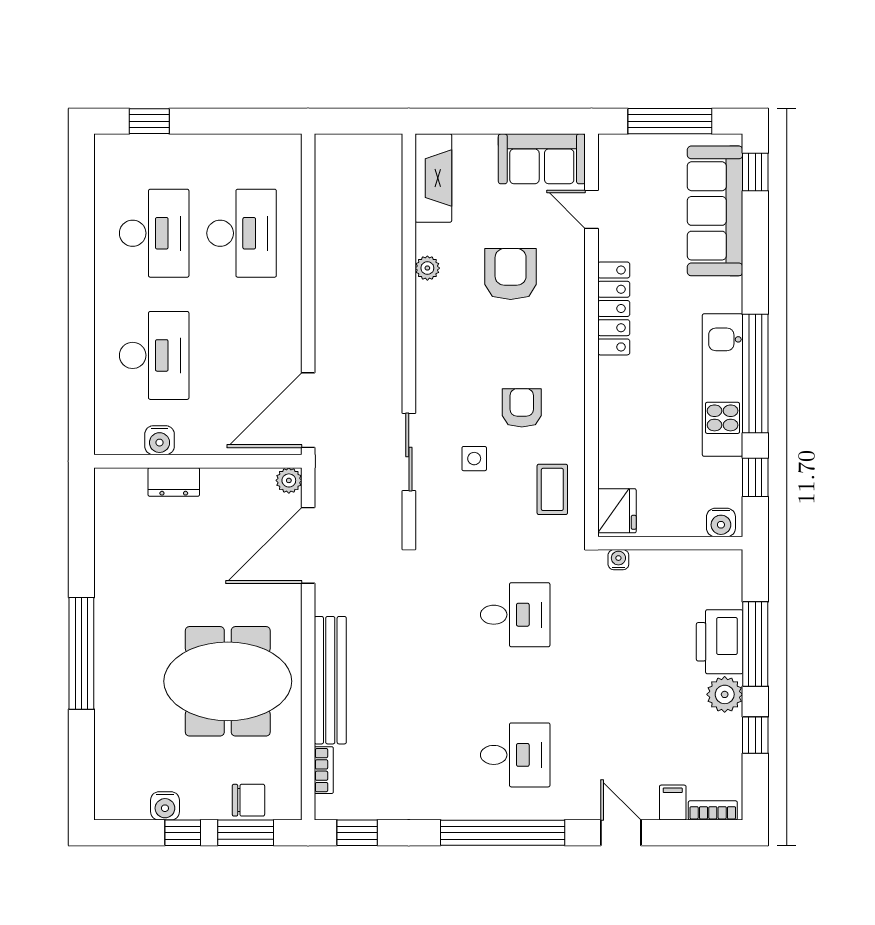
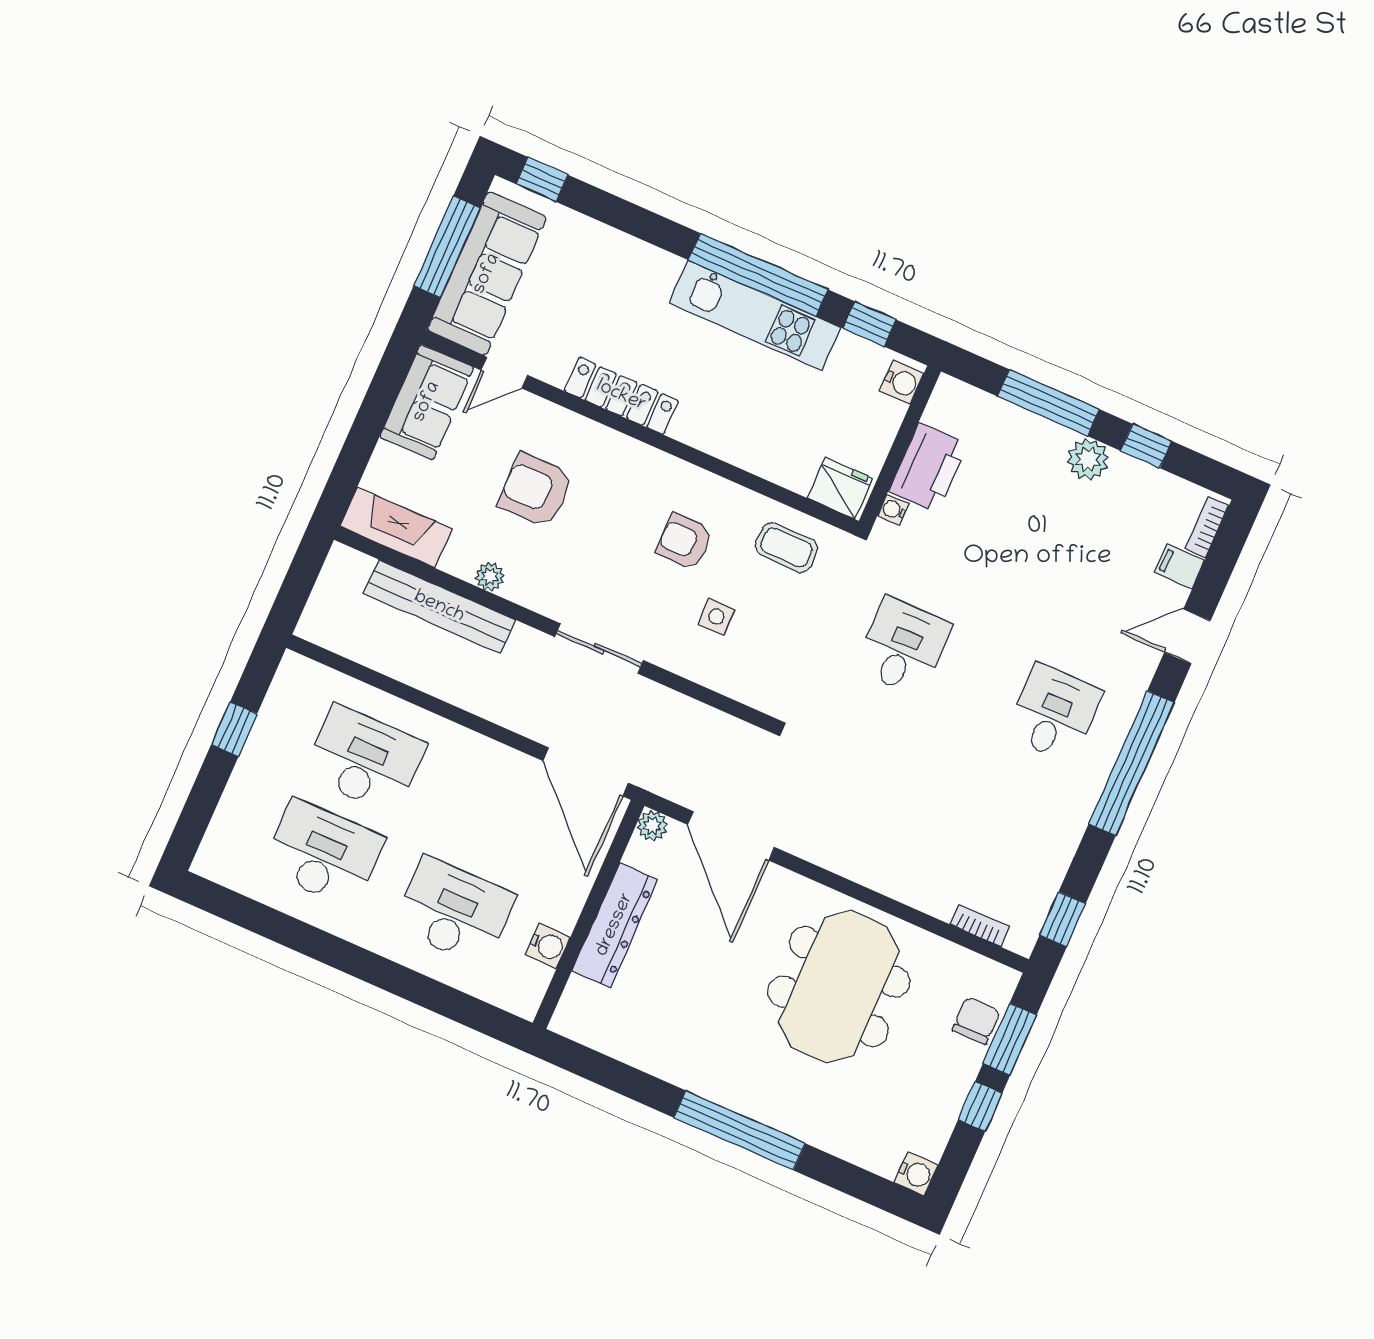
window: (149, 121) -> (234, 729), moved
sofa: (715, 211) -> (487, 274), moved, turned -90
sliding door: (409, 452) -> (599, 649), moved
dresser: (174, 482) -> (615, 925), width x1.96, depth x1.24
printer: (720, 642) -> (928, 468), moved, turned -90
bench: (330, 680) -> (439, 607), moved
water cooler: (165, 806) -> (916, 1174), moved

